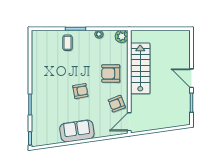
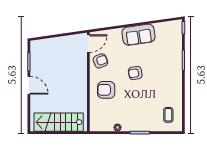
plant: (122, 36) -> (96, 125), removed
coffee table: (68, 43) -> (168, 115), moved
stairs: (140, 68) -> (59, 122), moved, turned 90
armchair: (111, 73) -> (106, 90), turned 180

